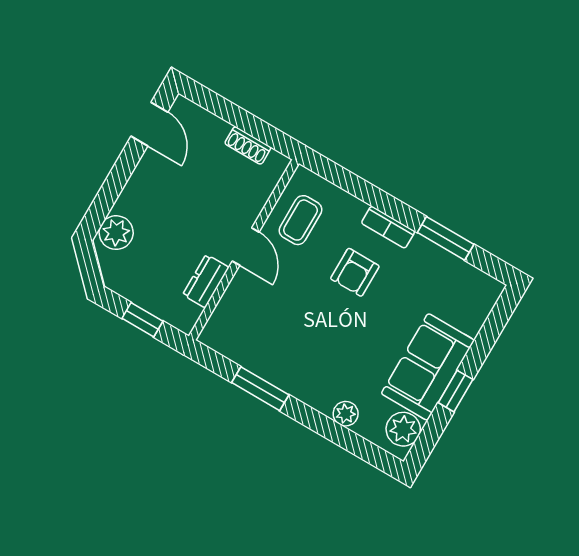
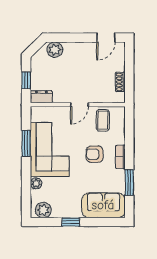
coffee table: (301, 220) -> (103, 120), turned 90
dresser: (206, 281) -> (41, 97), moved
corner sofa: (297, 351) -> (50, 149), added
sofa: (428, 367) -> (103, 205), moved

